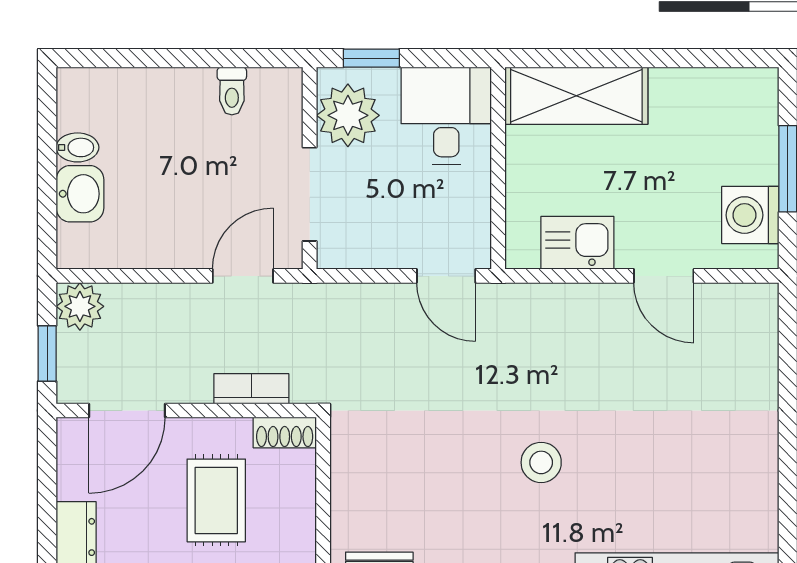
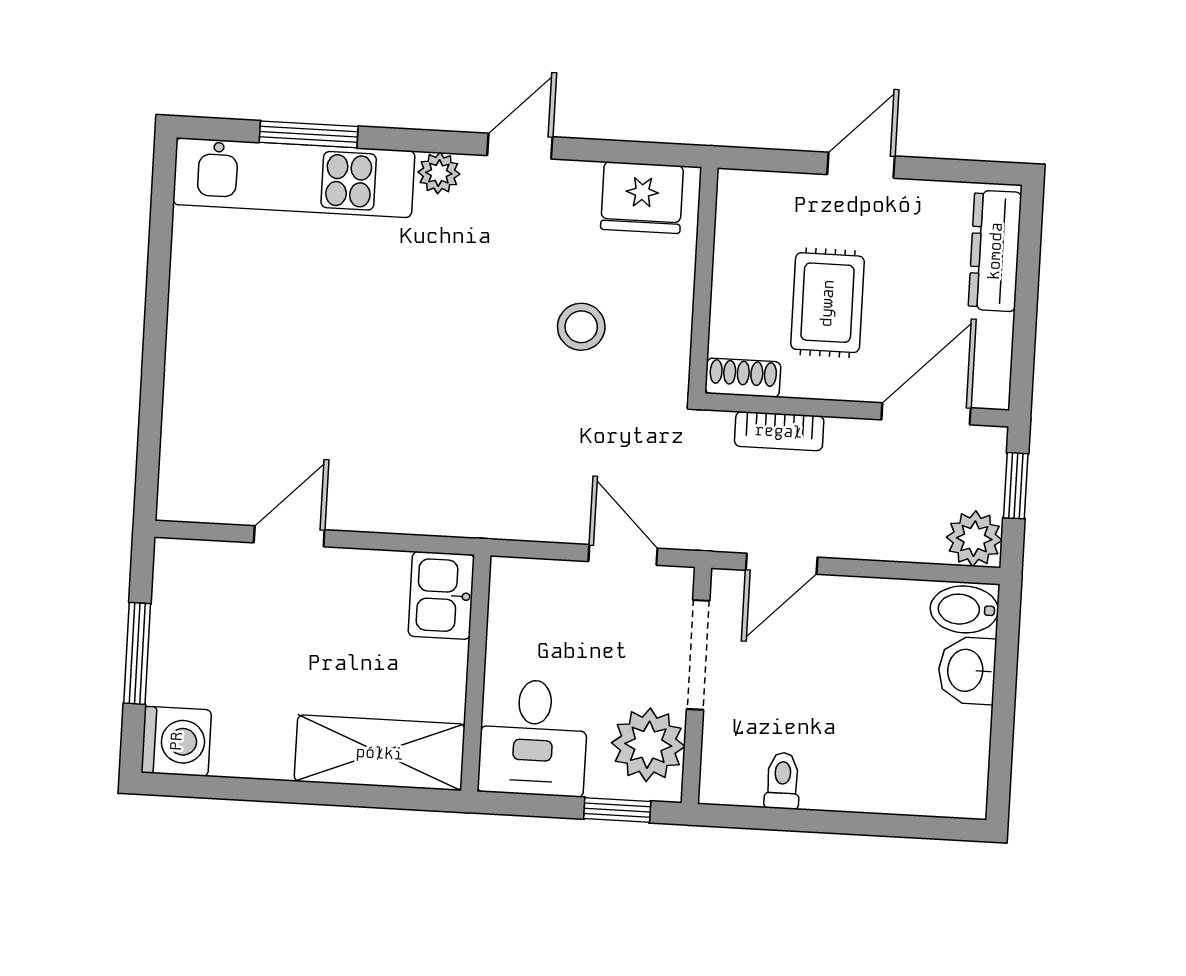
bidet: (77, 147) -> (964, 609), moved, width x1.38, depth x1.36
washing machine: (750, 215) -> (176, 741), moved
kitchen sink: (577, 243) -> (441, 595), moved, turned 90
door: (446, 276) -> (623, 555), moved
door: (664, 276) -> (289, 536), hinge flipped
stool: (541, 462) -> (581, 327), moved

